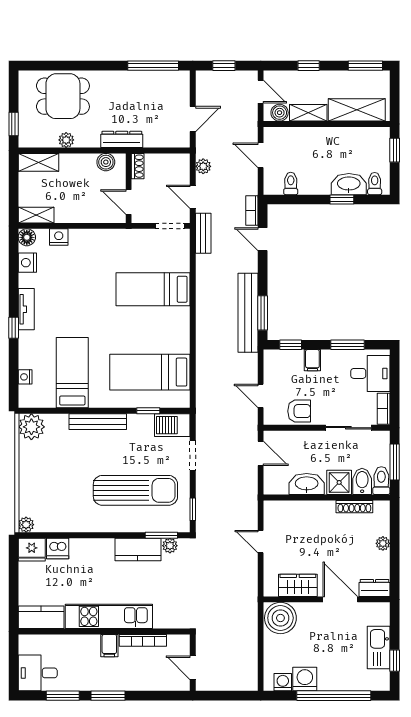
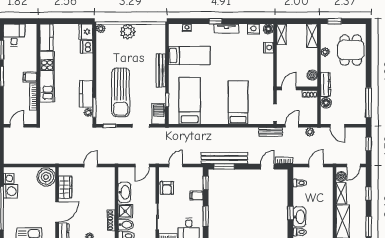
floor lamp: (153, 138) -> (326, 103), added
plant: (31, 427) -> (128, 32), moved

